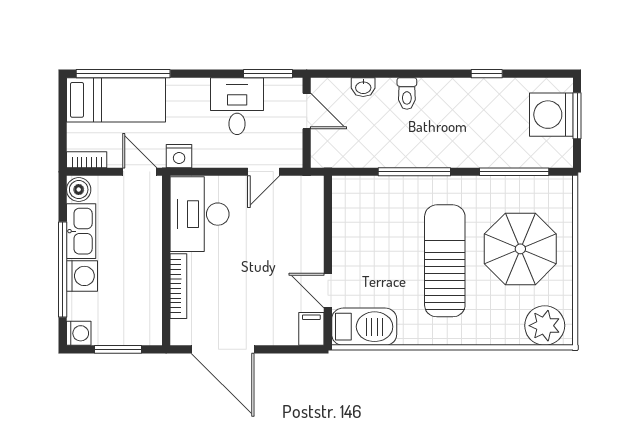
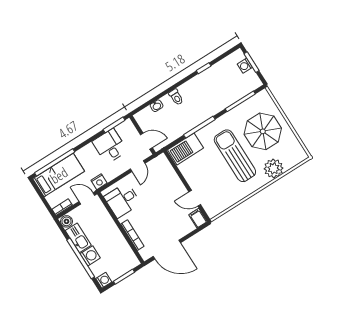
door: (307, 111) -> (146, 141), moved
washing machine: (551, 115) -> (245, 66), width x0.53, depth x0.53
desk: (199, 214) -> (122, 200), width x0.73
plant: (545, 326) -> (274, 168), moved
barbecue: (364, 327) -> (186, 149), moved, turned 180

